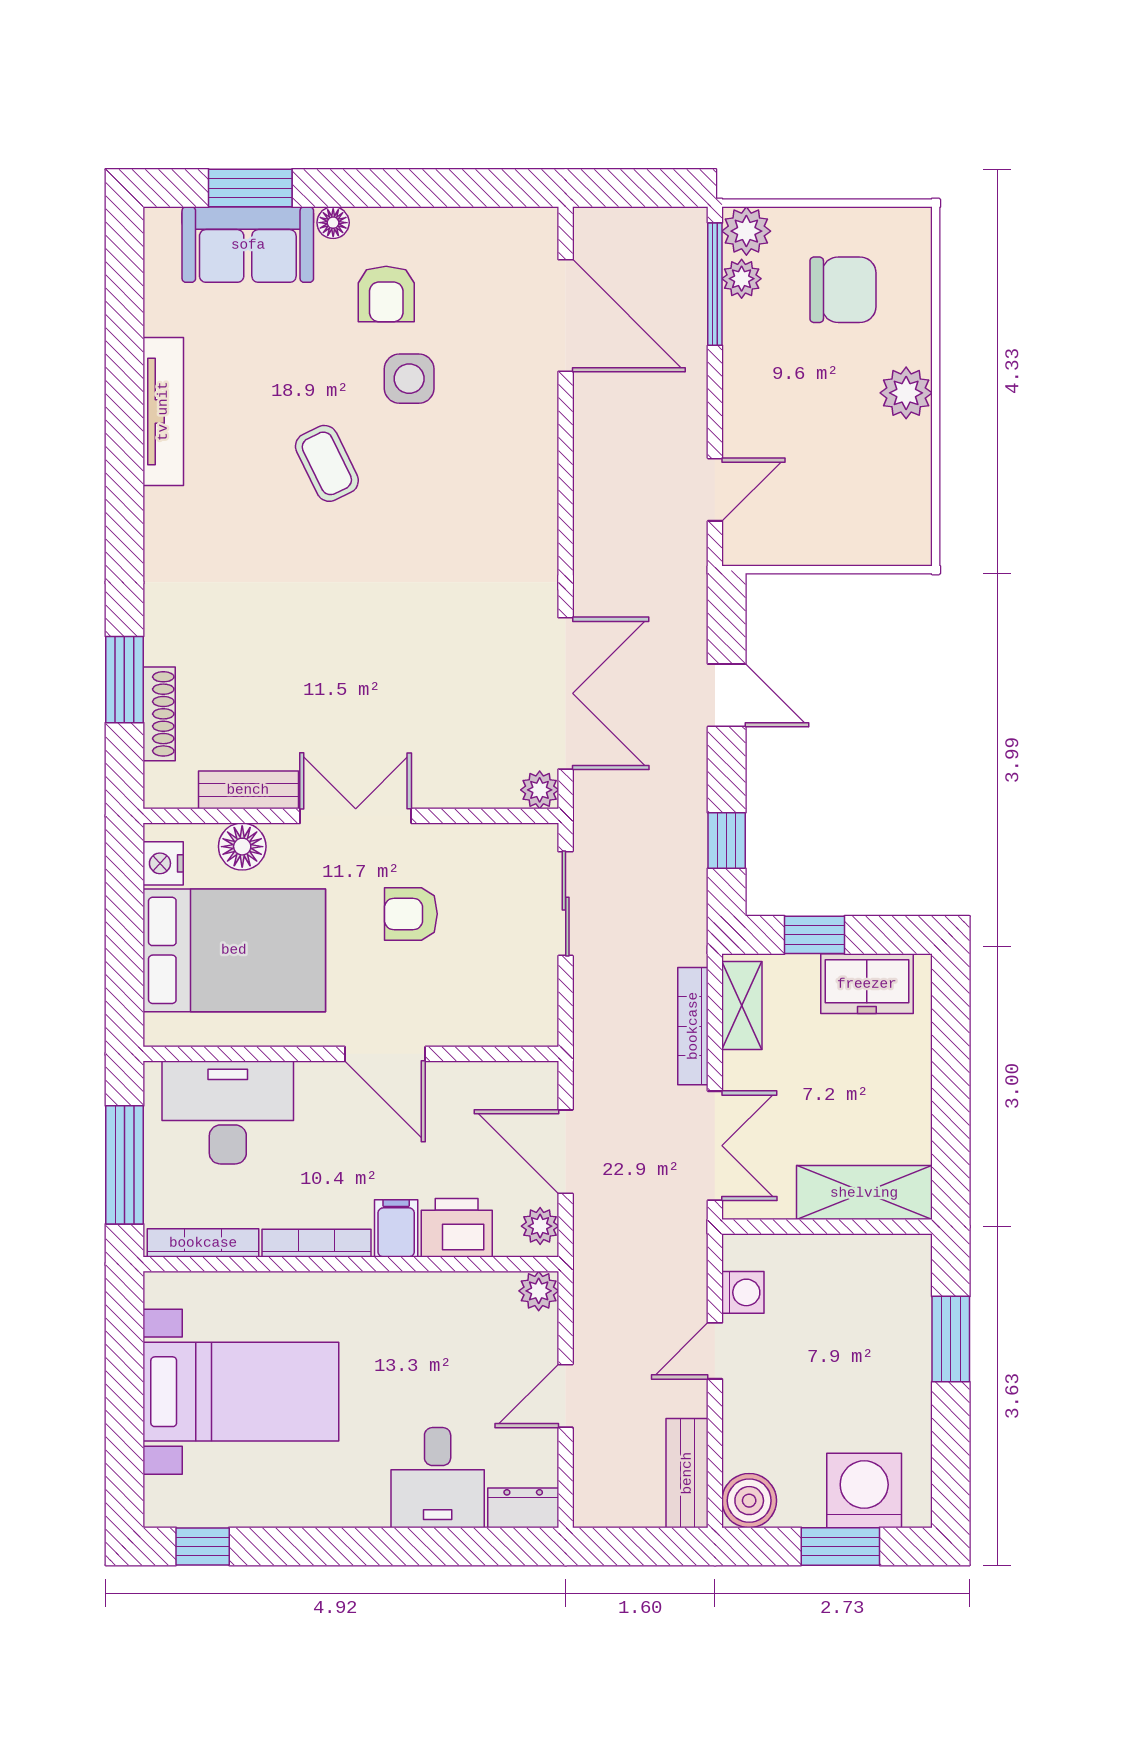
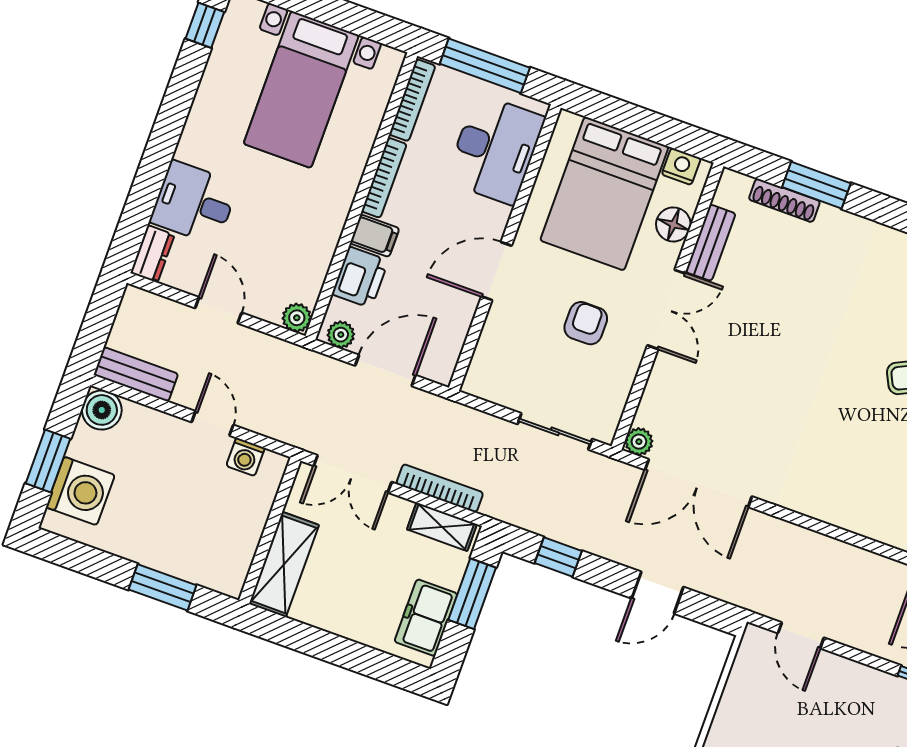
window: (815, 935) -> (472, 594), width x1.50

